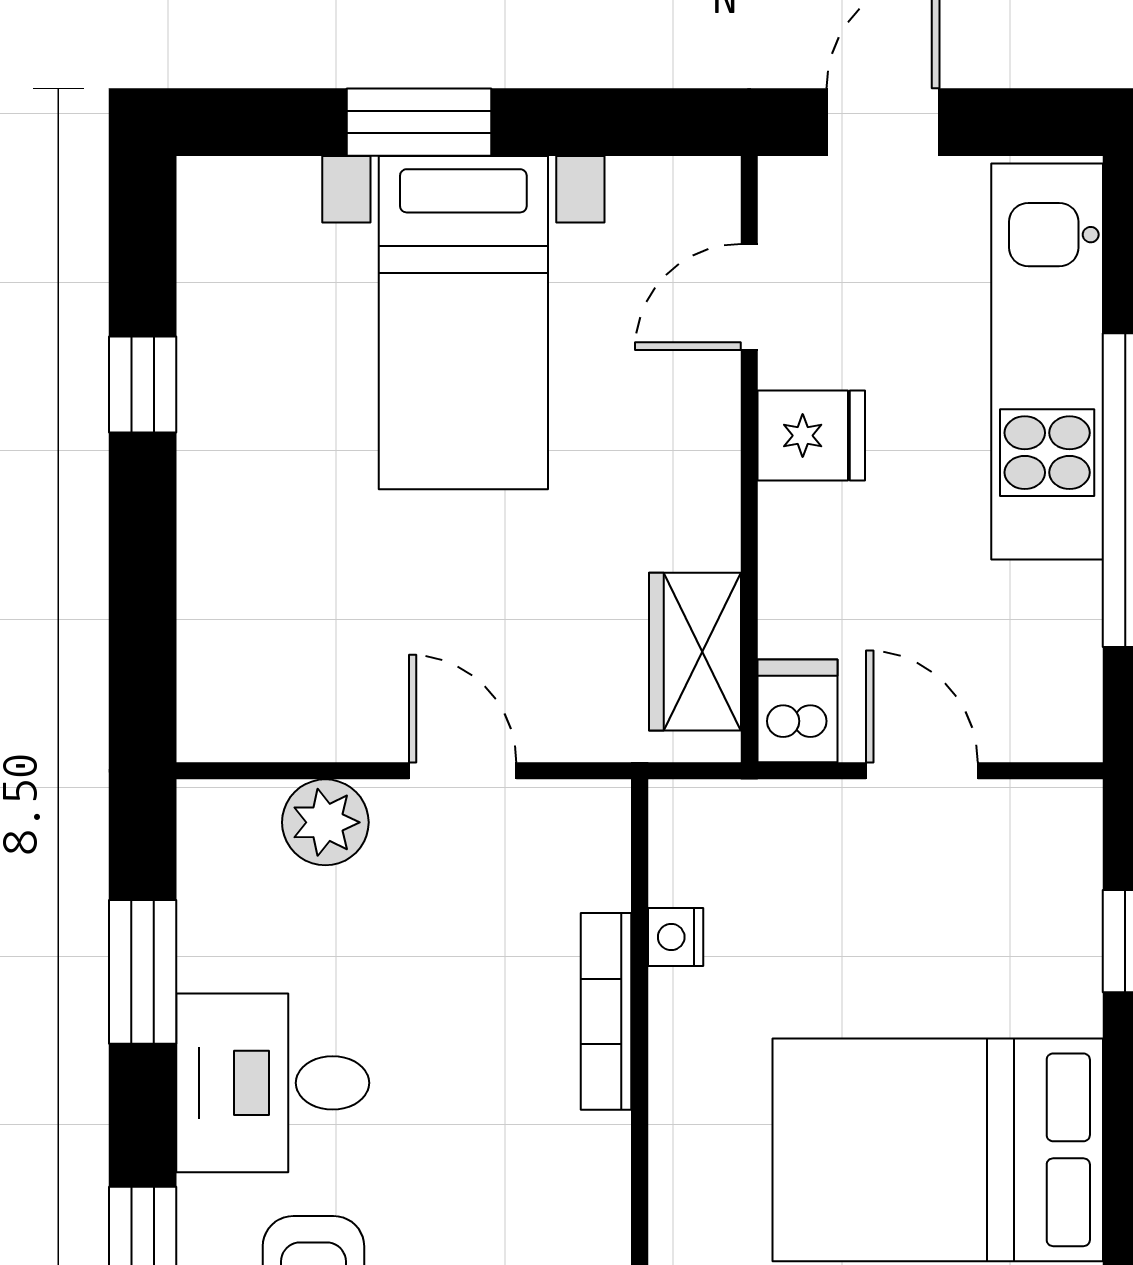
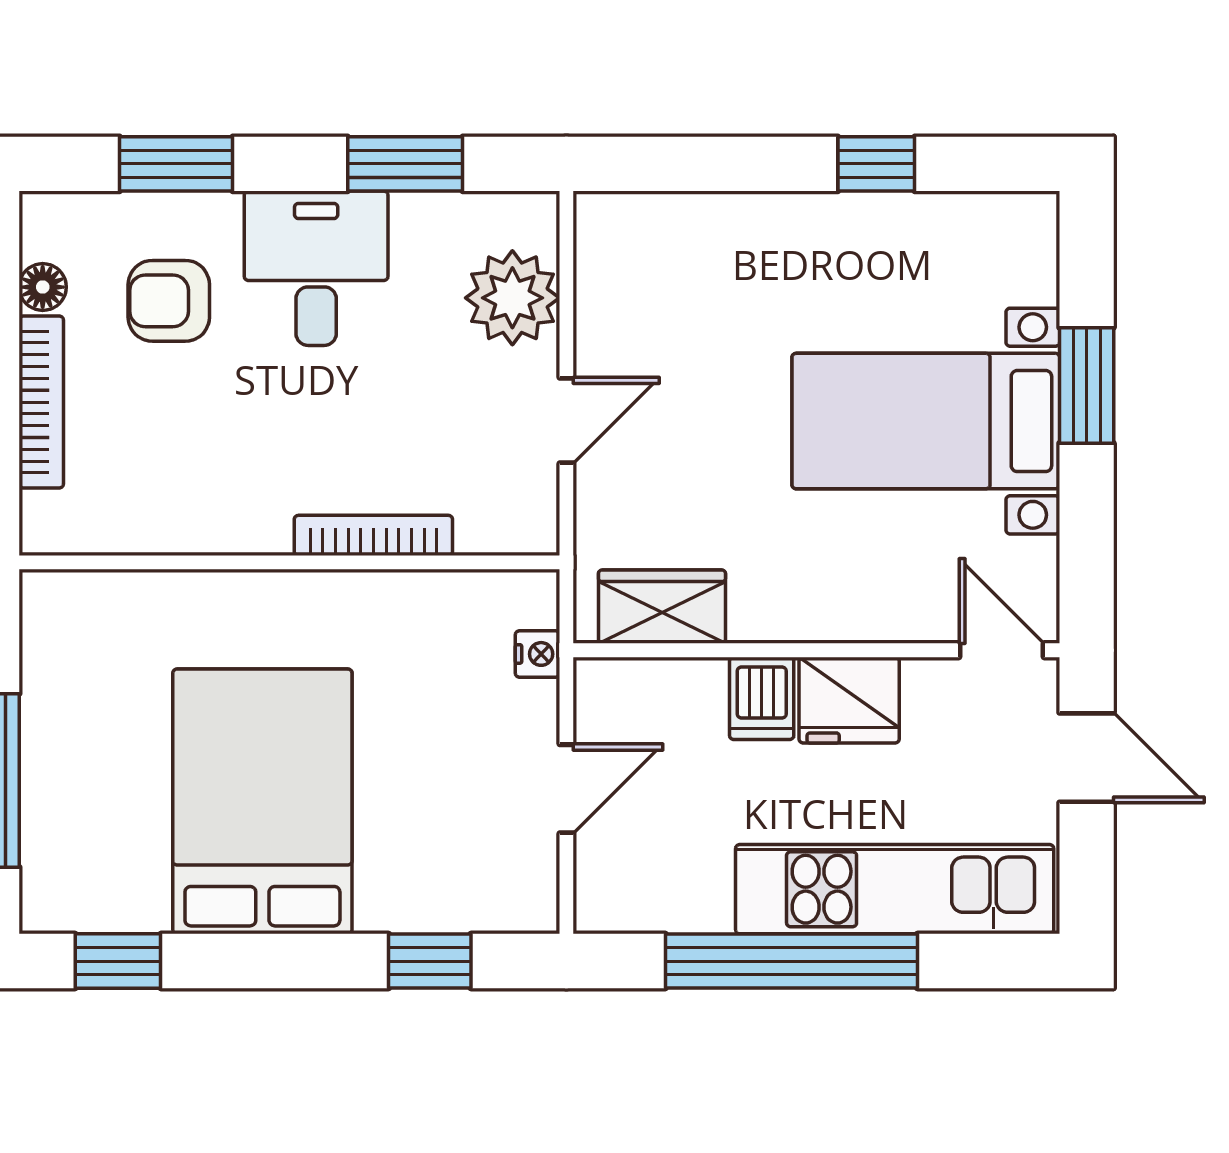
door: (749, 297) -> (1002, 650), moved
fridge: (811, 436) -> (849, 700), width x1.38
dishwasher: (798, 711) -> (762, 698), moved, turned 90
plant: (325, 822) -> (512, 298), width x1.36, depth x1.36
nightstand: (676, 937) -> (538, 654), moved, turned 90

